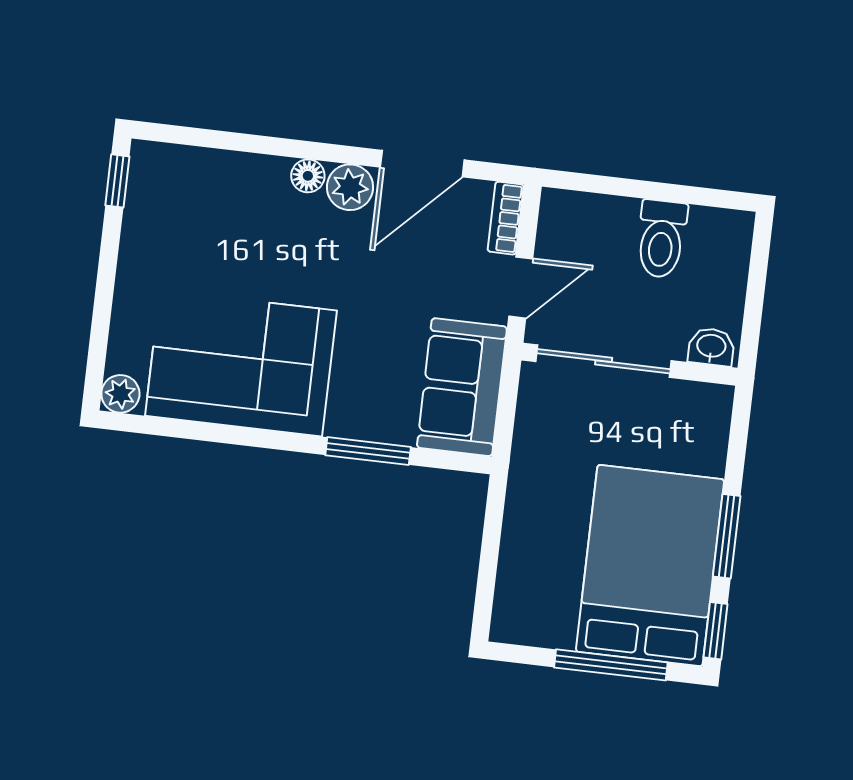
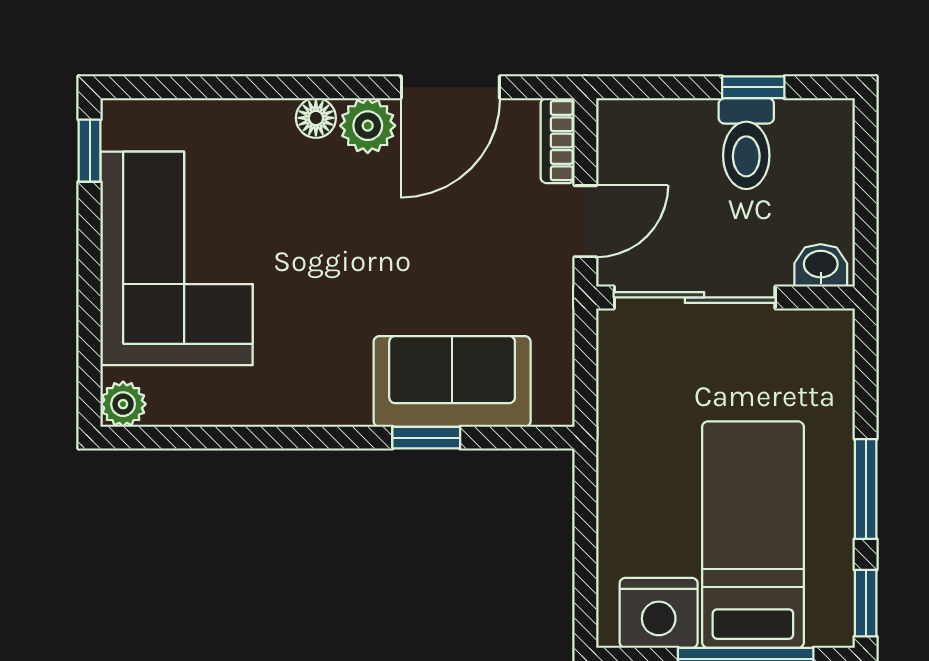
window: (673, 193) -> (753, 87), added
corner sofa: (241, 363) -> (176, 258), moved, turned 90
sofa: (462, 387) -> (452, 381), moved, turned 90
window: (368, 451) -> (426, 438), width x0.67
bed: (650, 566) -> (753, 535), width x0.67
nightstand: (543, 619) -> (659, 613), added

